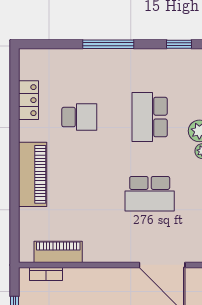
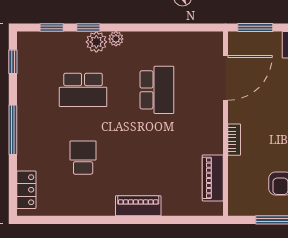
locker: (29, 100) -> (26, 190), moved, turned 90
piano: (33, 174) -> (138, 206), width x0.73, depth x0.75
bookcase: (46, 274) -> (234, 140), moved

